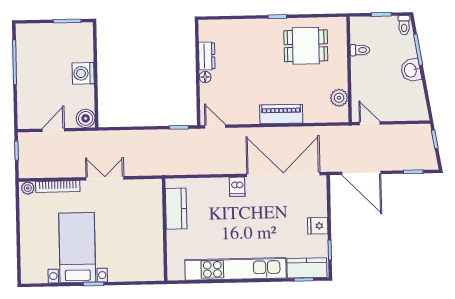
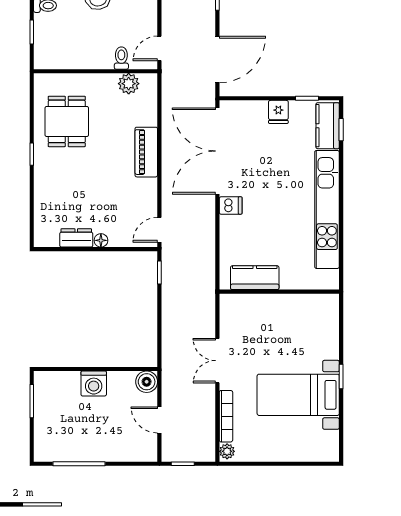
toilet: (360, 50) -> (121, 58), moved

